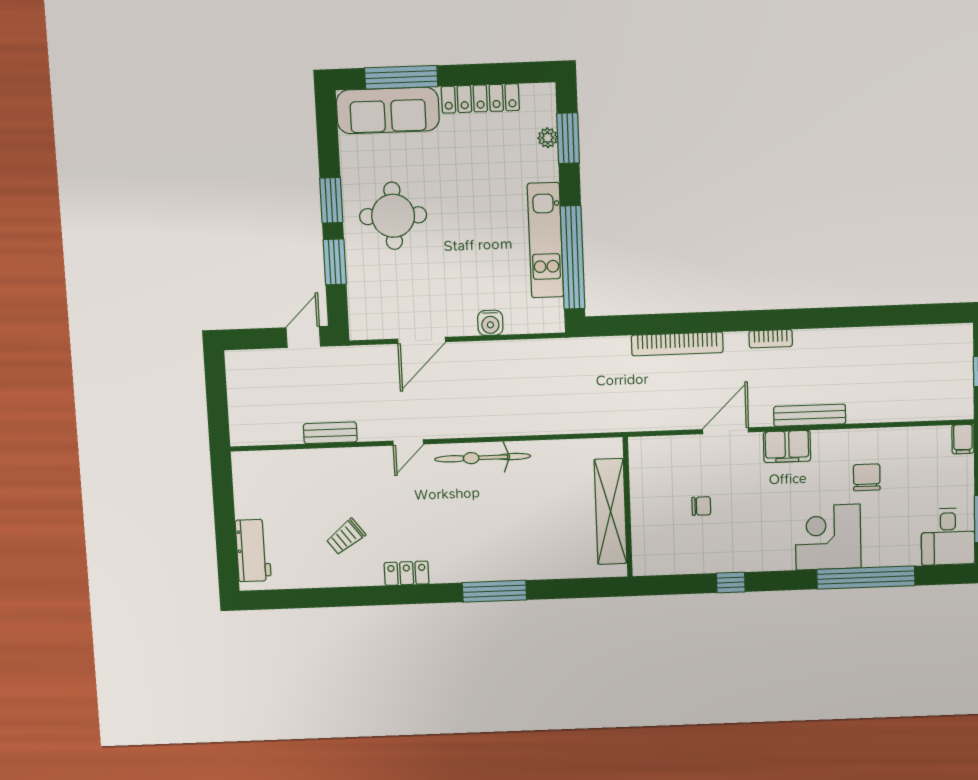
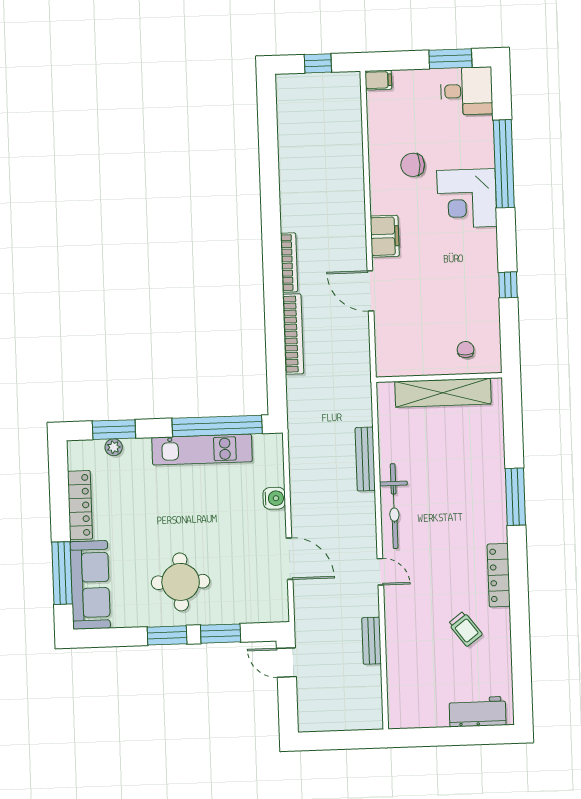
bookcase: (771, 339) -> (289, 263), width x1.56
bench: (810, 415) -> (365, 459), moved
chair: (701, 506) -> (466, 350), moved
locker: (407, 573) -> (499, 575), width x1.53

